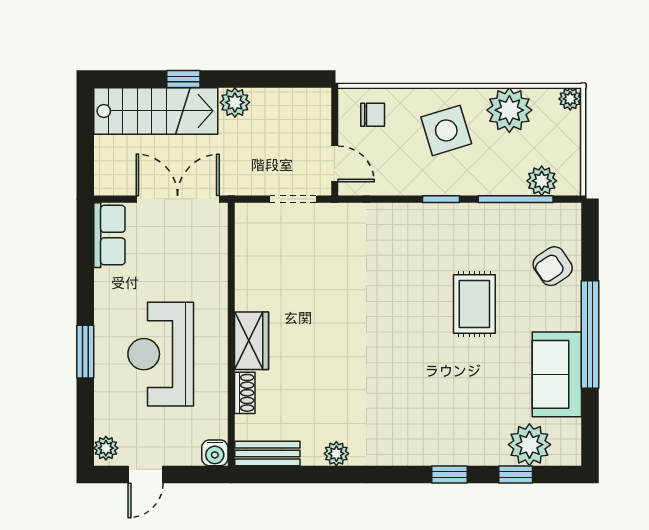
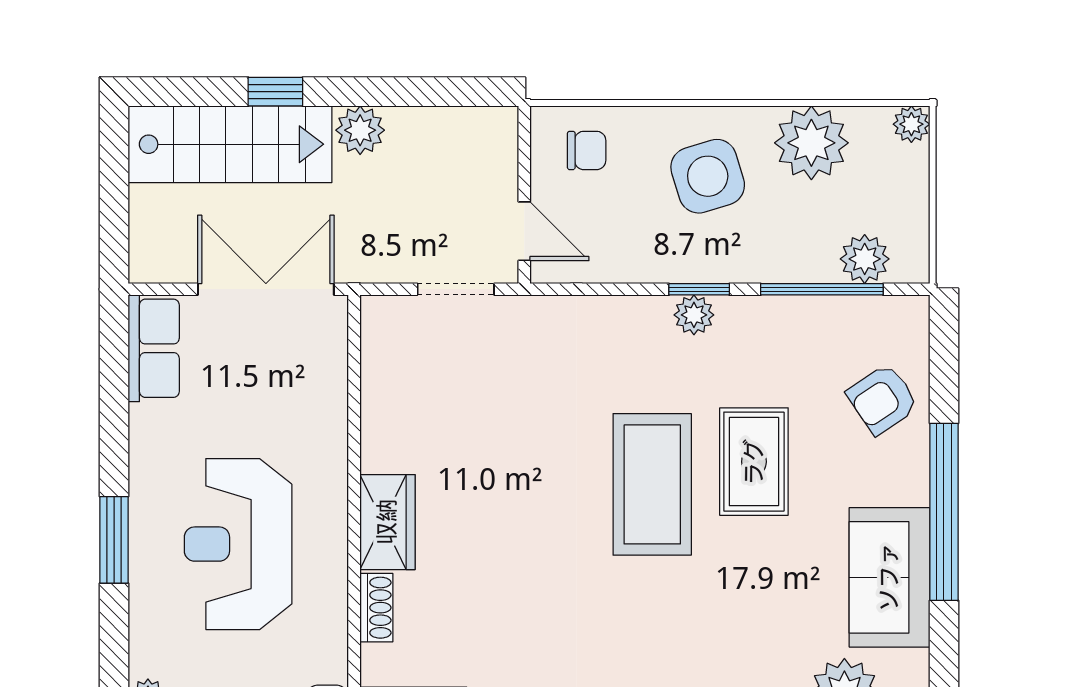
plant: (438, 215) -> (694, 315), added
coffee table: (413, 318) -> (652, 484), added

